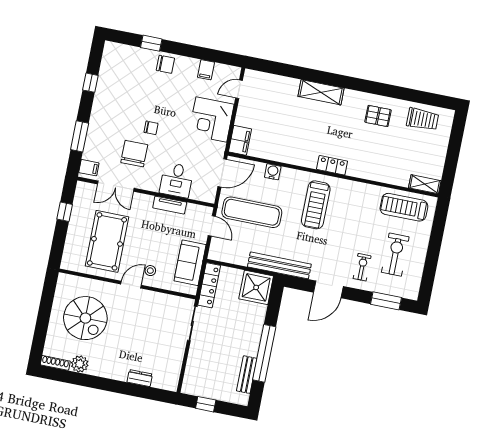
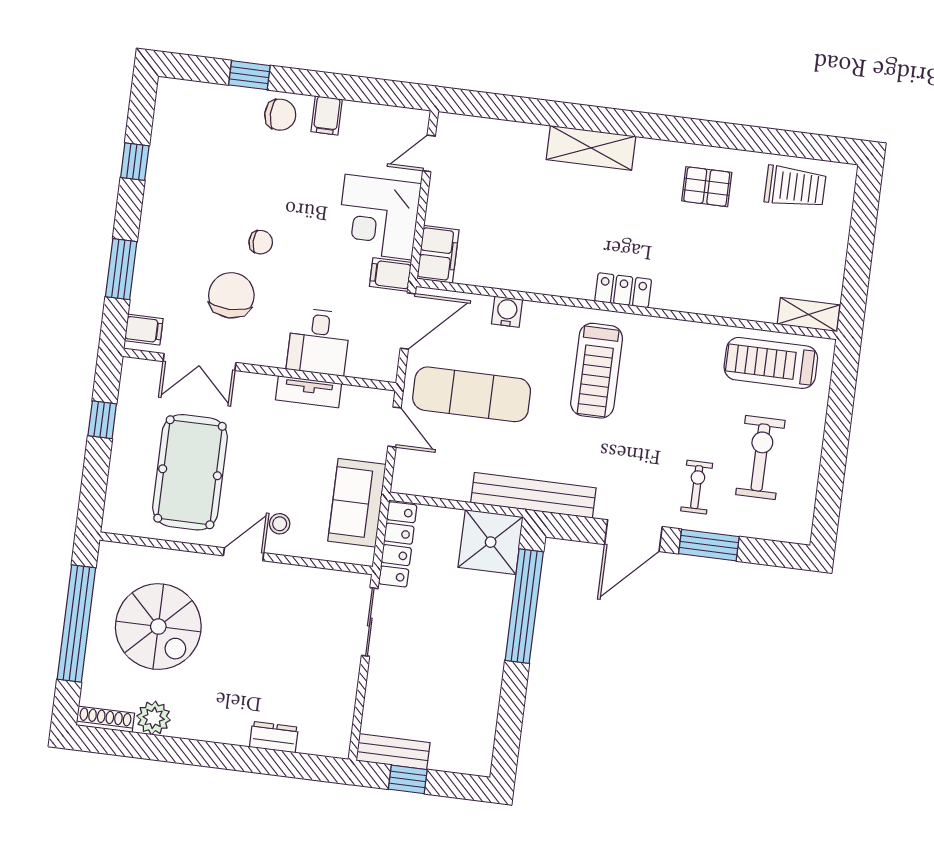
filing cabinet: (206, 70) -> (327, 115), moved
filing cabinet: (215, 149) -> (390, 274), added
window: (386, 301) -> (709, 545), moved
window: (44, 314) -> (76, 624), added
window: (264, 353) -> (524, 606), moved
bench: (247, 375) -> (393, 752), moved, turned 90

